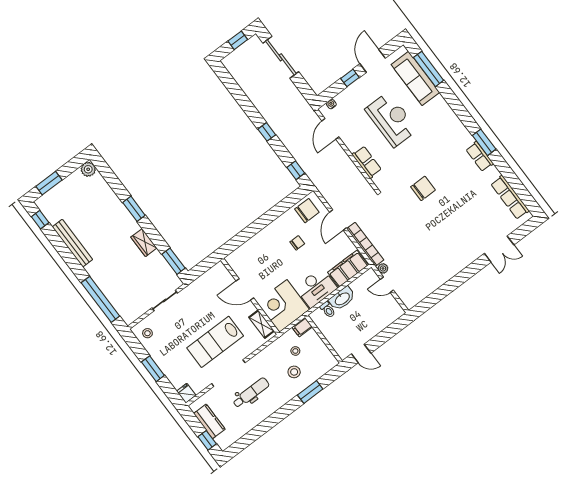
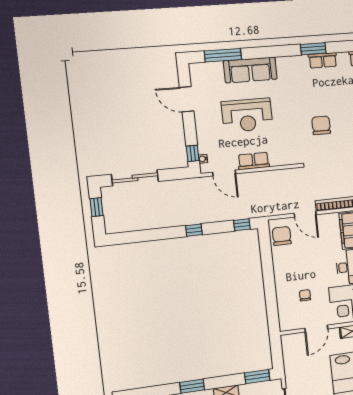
window: (350, 78) -> (193, 153), moved
sofa: (415, 78) -> (250, 70), moved
reception desk: (391, 119) -> (247, 115), turned 180
row of seats: (367, 162) -> (254, 161), moved
chair: (297, 243) -> (305, 295), moved

